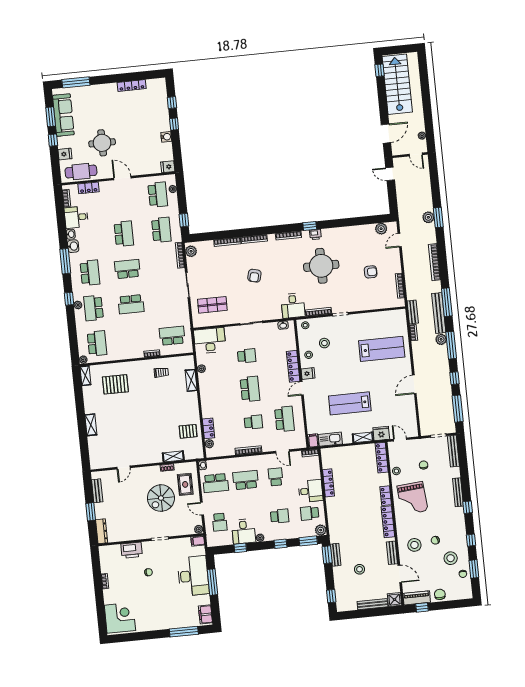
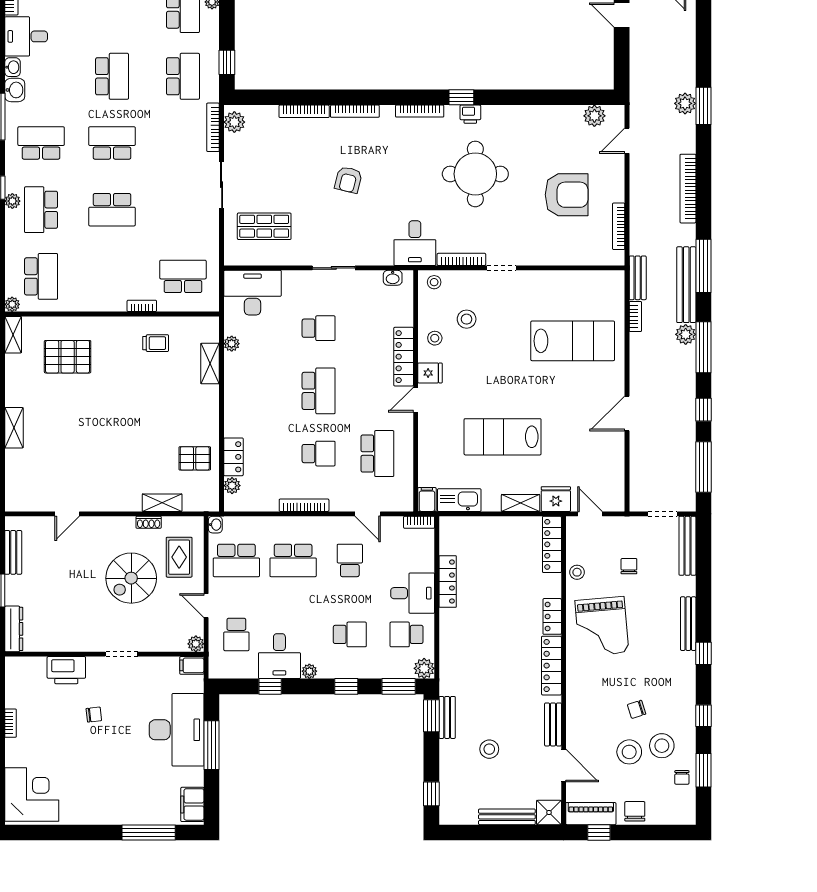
armchair: (371, 272) -> (567, 195), width x1.88, depth x1.88
school desk: (90, 273) -> (41, 143), turned -90
school desk: (246, 480) -> (293, 560), turned 180
stool: (414, 545) -> (629, 752), moved

